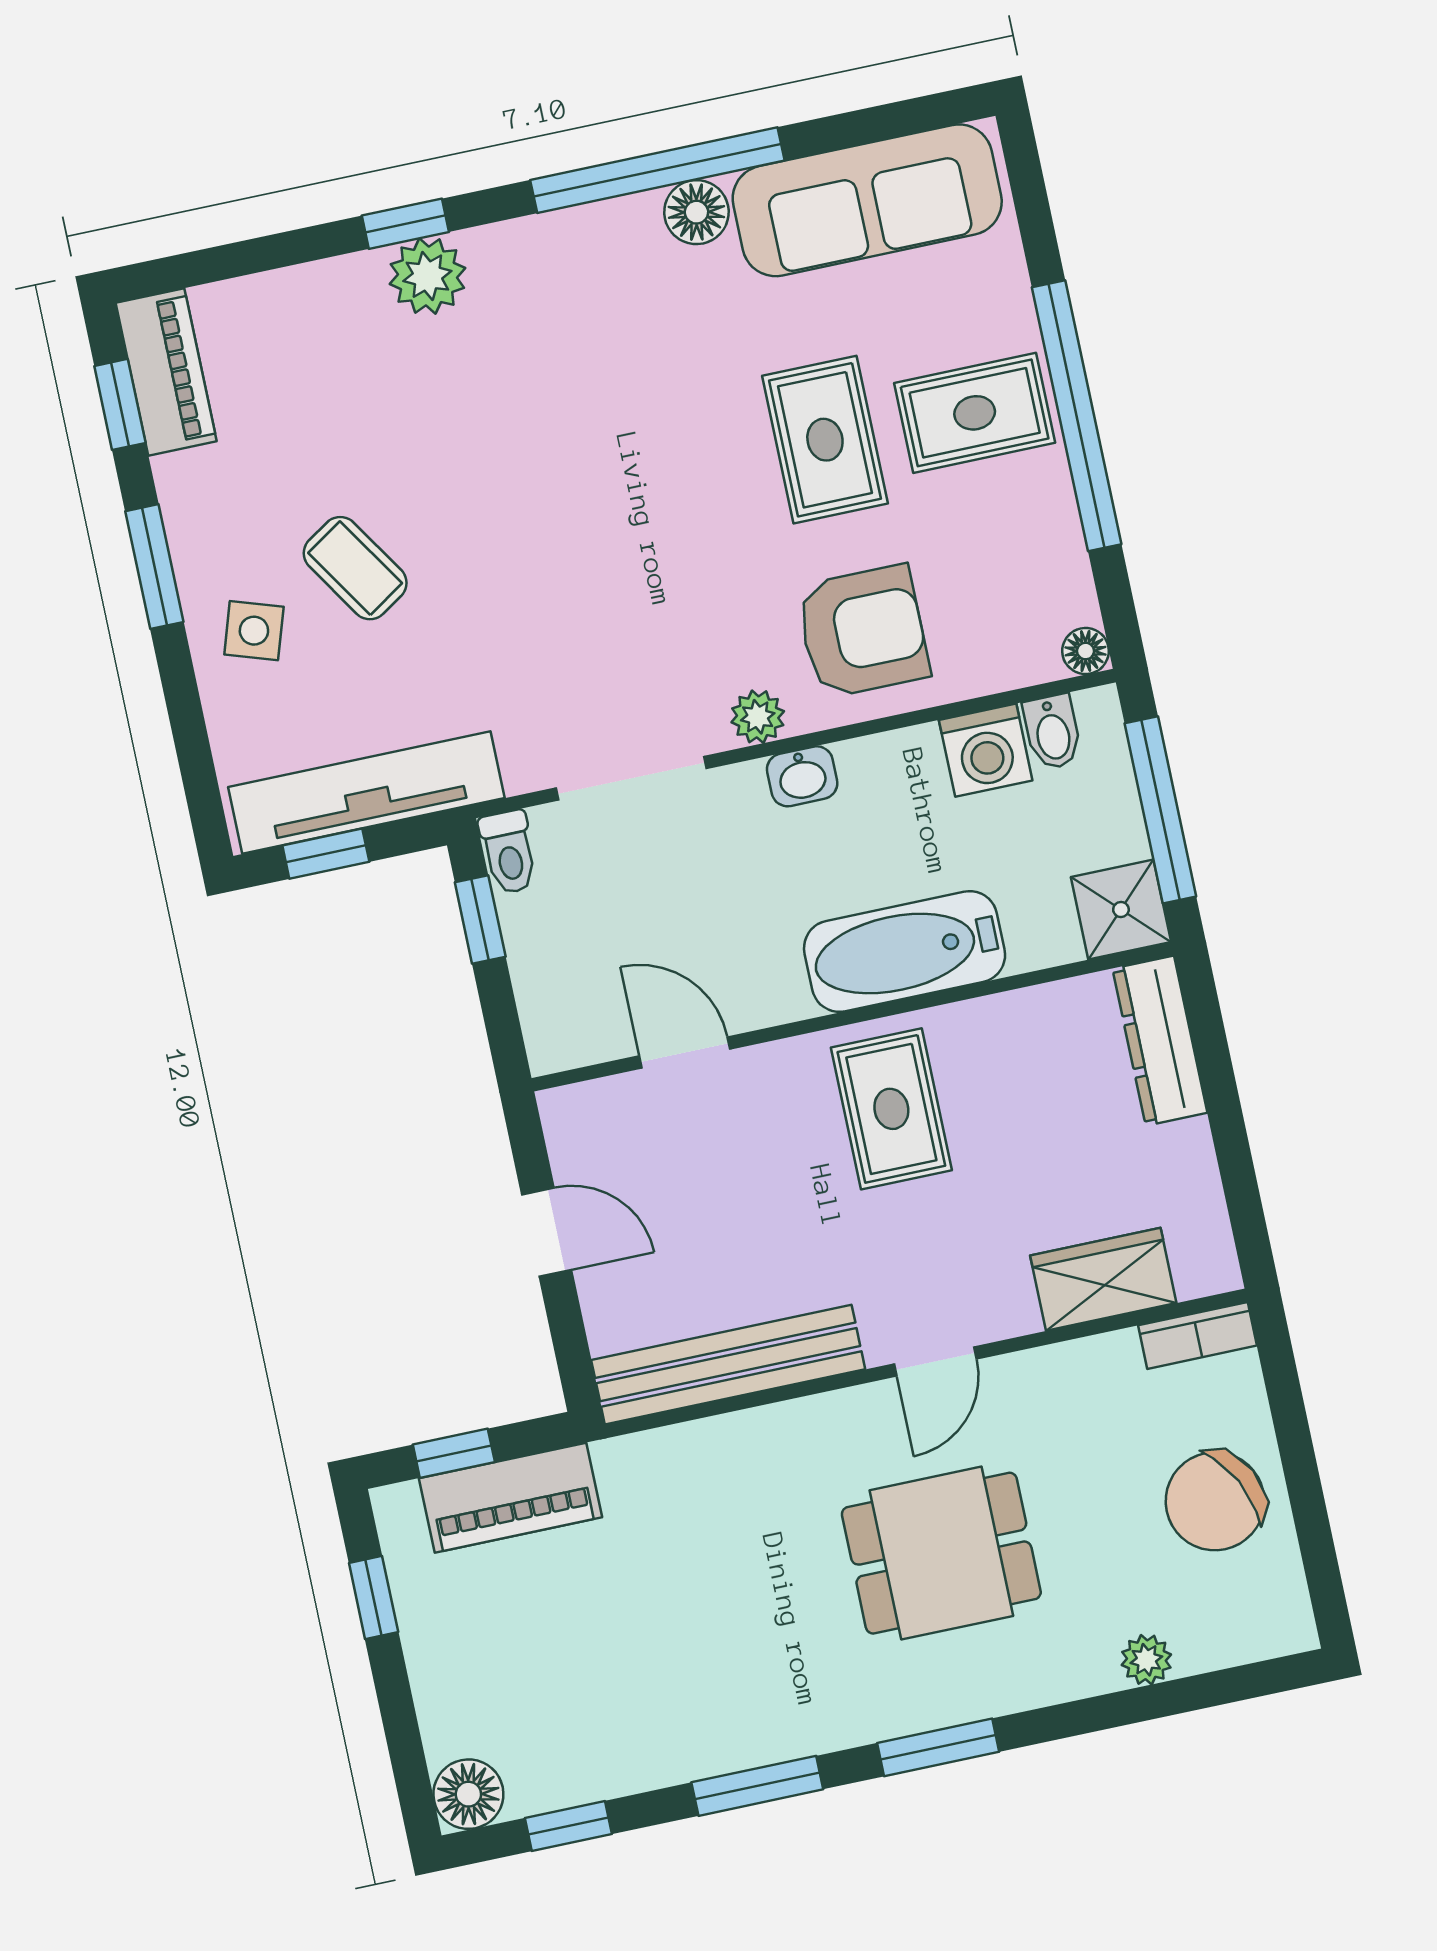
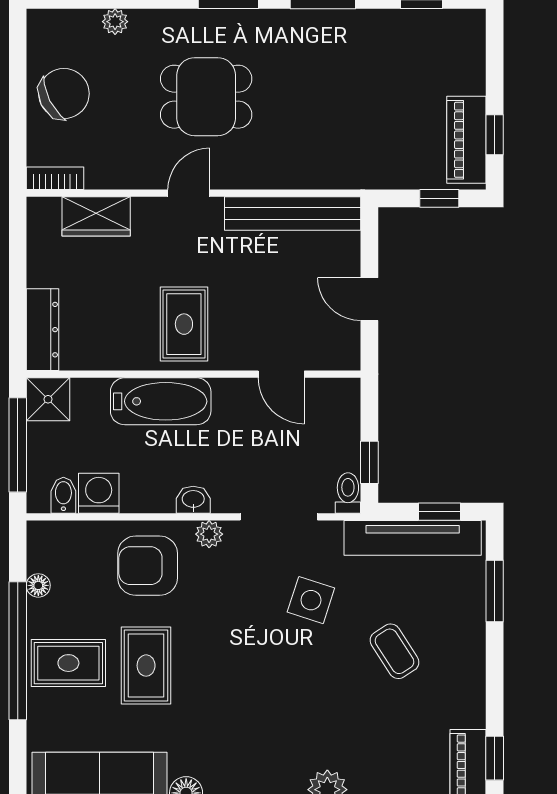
window: (154, 567) -> (495, 591), moved
side table: (254, 631) -> (311, 600), moved, width x1.37, depth x1.37
floor lamp: (1086, 651) -> (38, 585), moved
piano: (511, 1498) -> (466, 140), moved, turned -90
floor lamp: (468, 1794) -> (468, 26), removed

